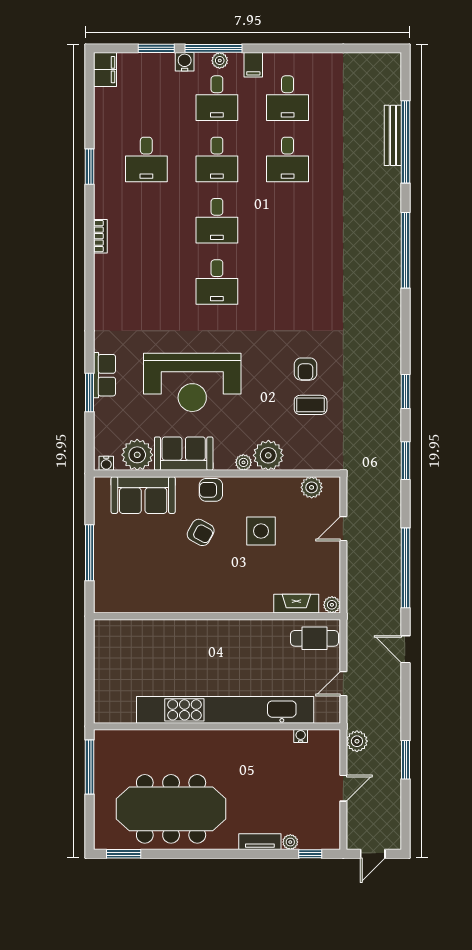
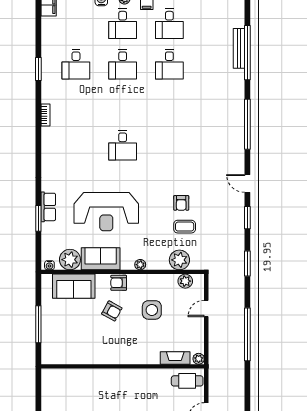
desk: (217, 221) -> (123, 105), removed
plant: (268, 455) -> (179, 260), moved
door: (406, 649) -> (247, 183), moved

